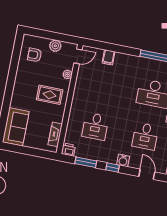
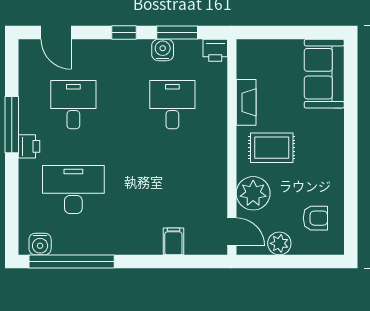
door: (78, 56) -> (232, 232), swing flipped
plant: (67, 74) -> (253, 193), width x1.88, depth x1.88
fireplace: (55, 134) -> (246, 102), moved
water cooler: (123, 161) -> (163, 50), moved

